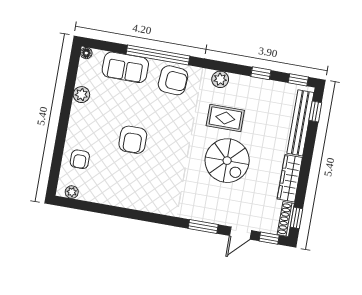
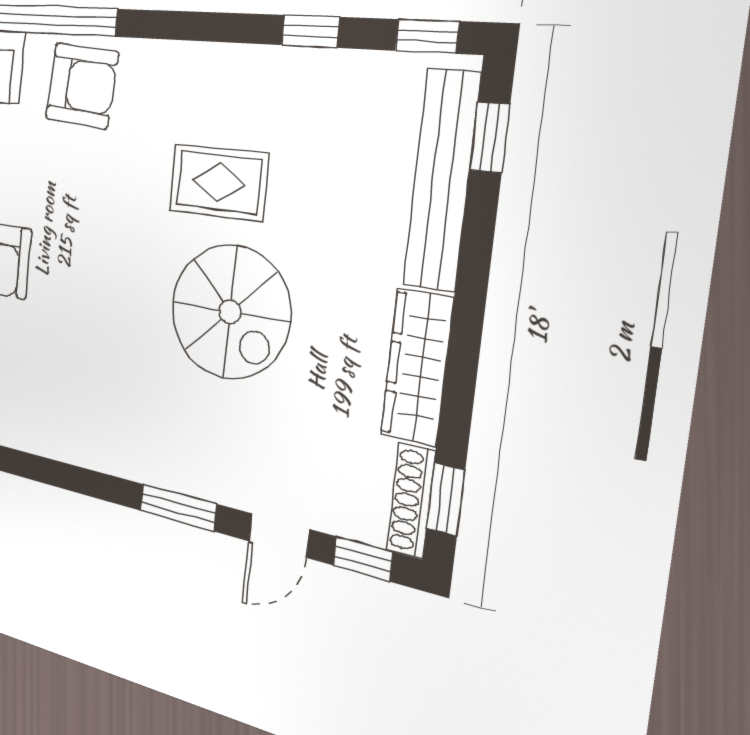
plant: (220, 79) -> (198, 66), removed

